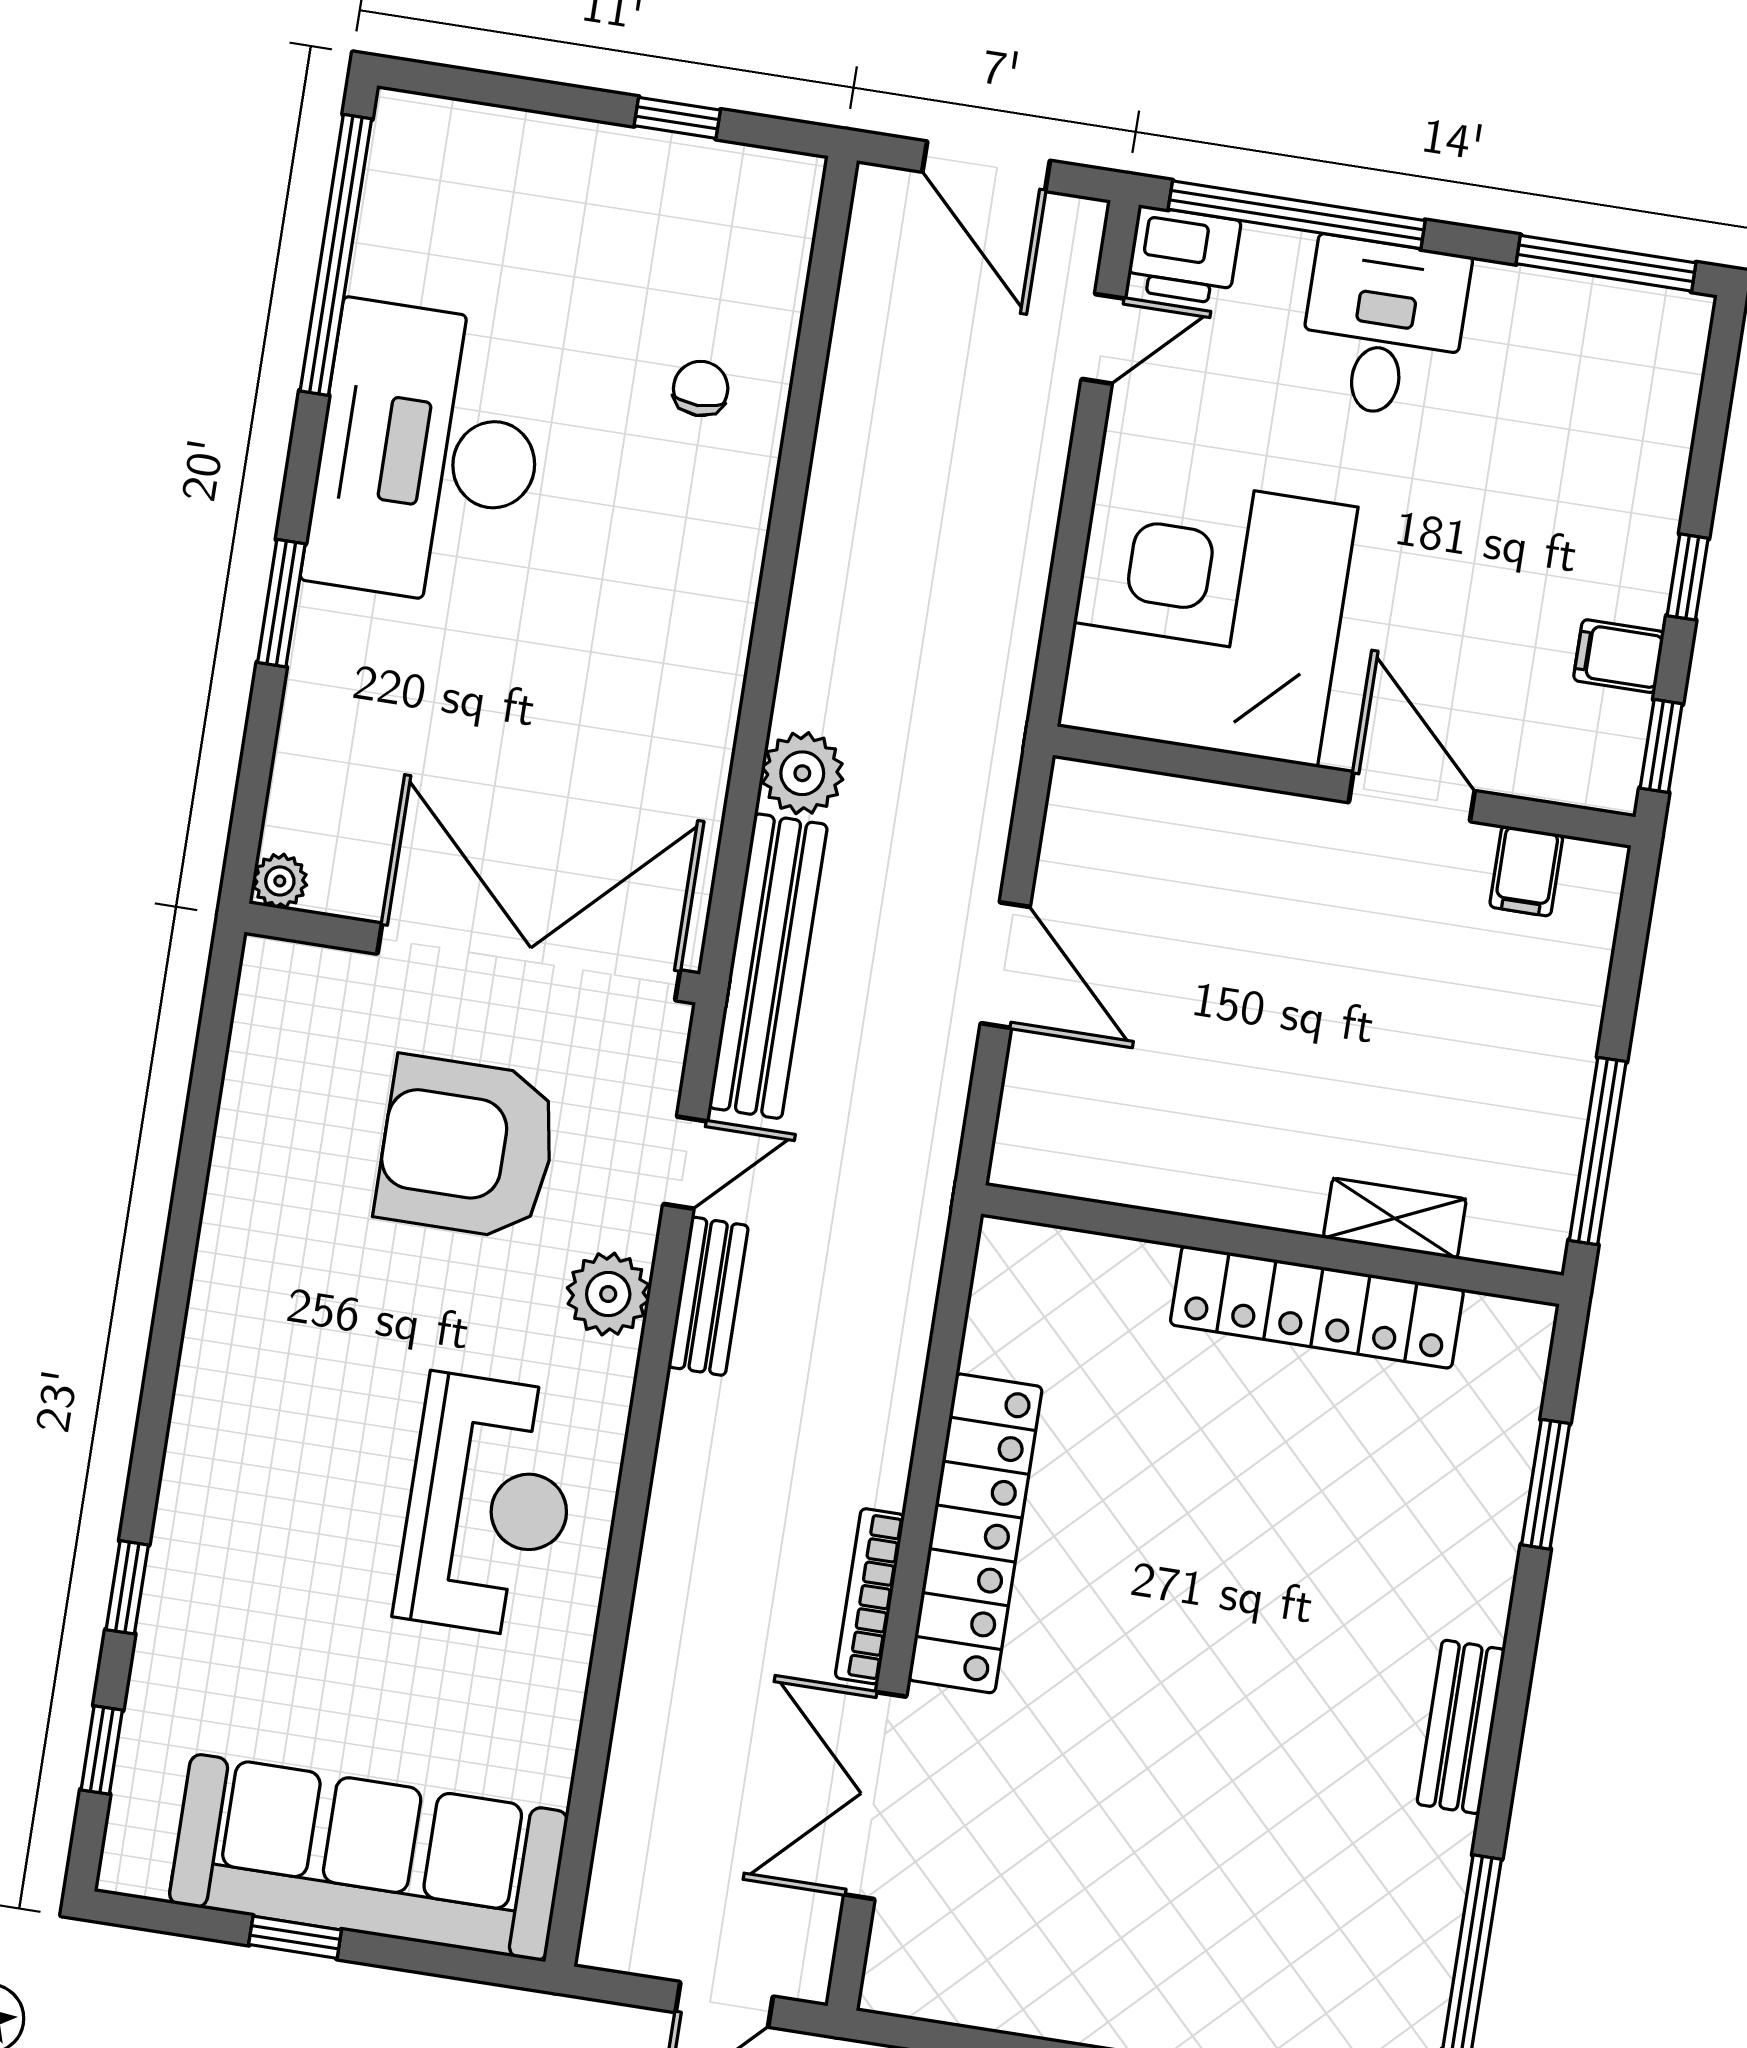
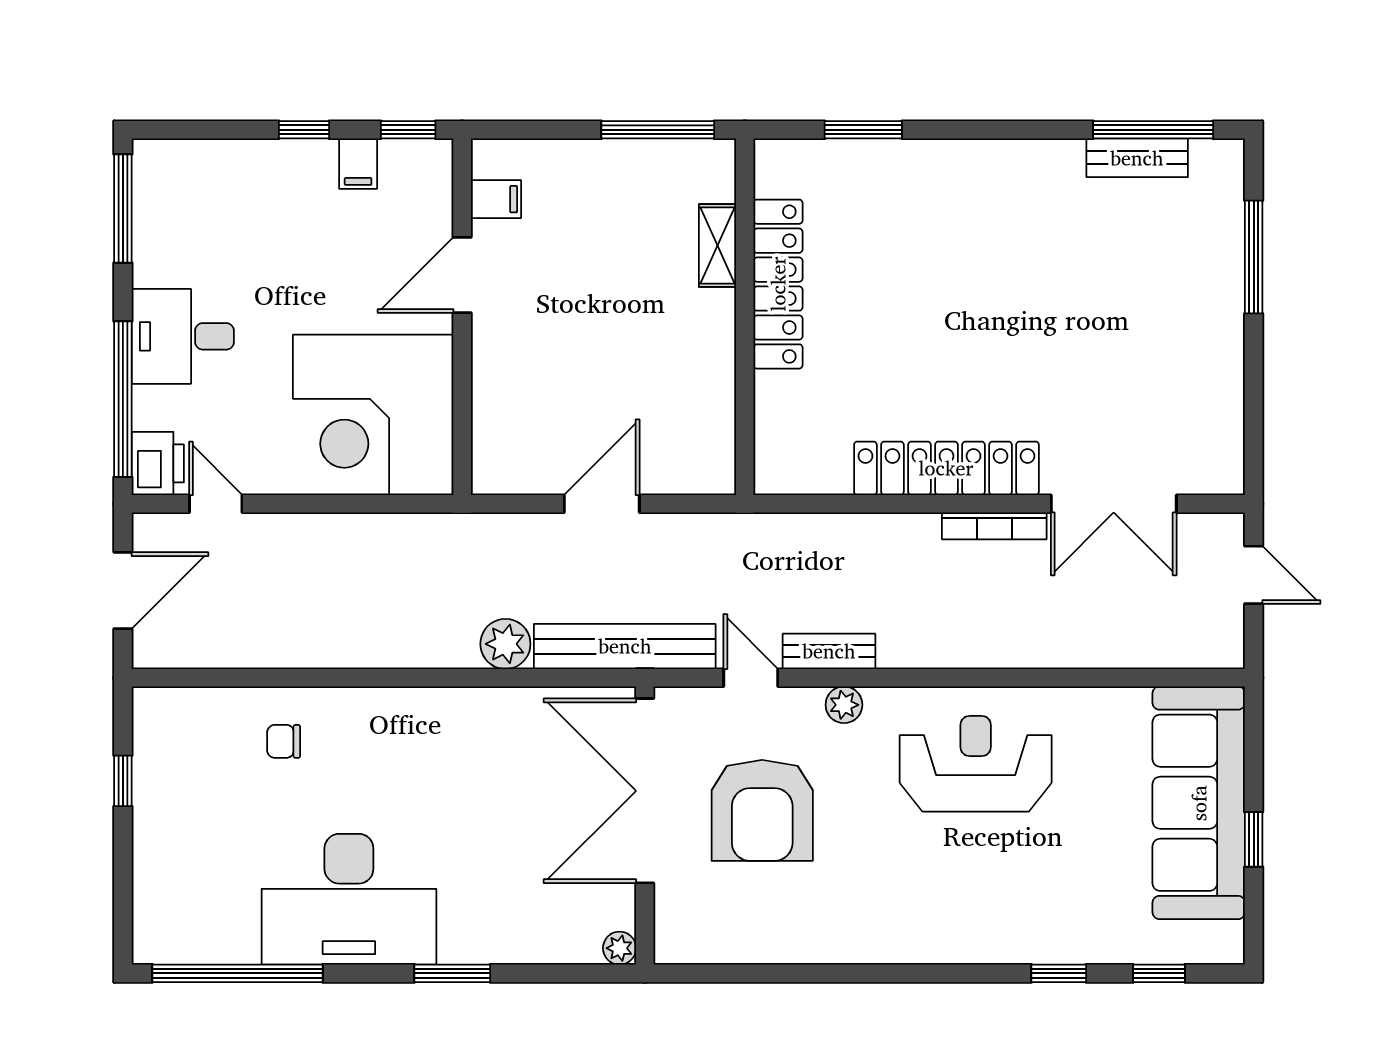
plant: (608, 1294) -> (844, 705), width x0.73, depth x0.73
bench: (1461, 1727) -> (1137, 158), moved

